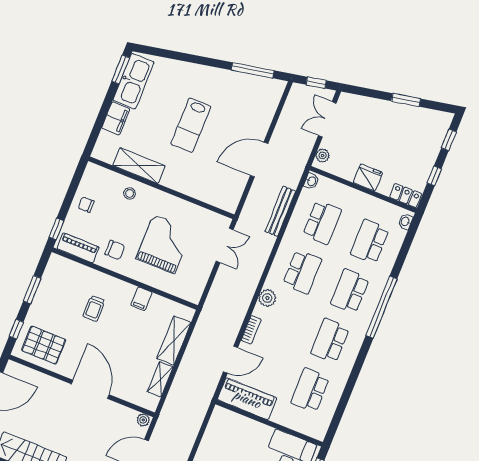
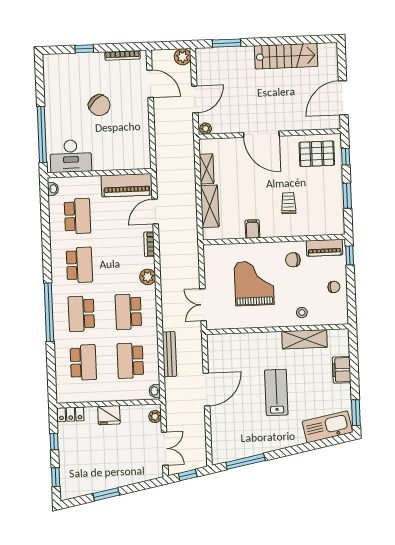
kitchen sink: (133, 81) -> (327, 427), moved, turned 79
washbasin: (405, 221) -> (53, 189), moved
grand piano: (164, 244) -> (254, 283), turned 180
school desk: (350, 291) -> (81, 314), turned 180

